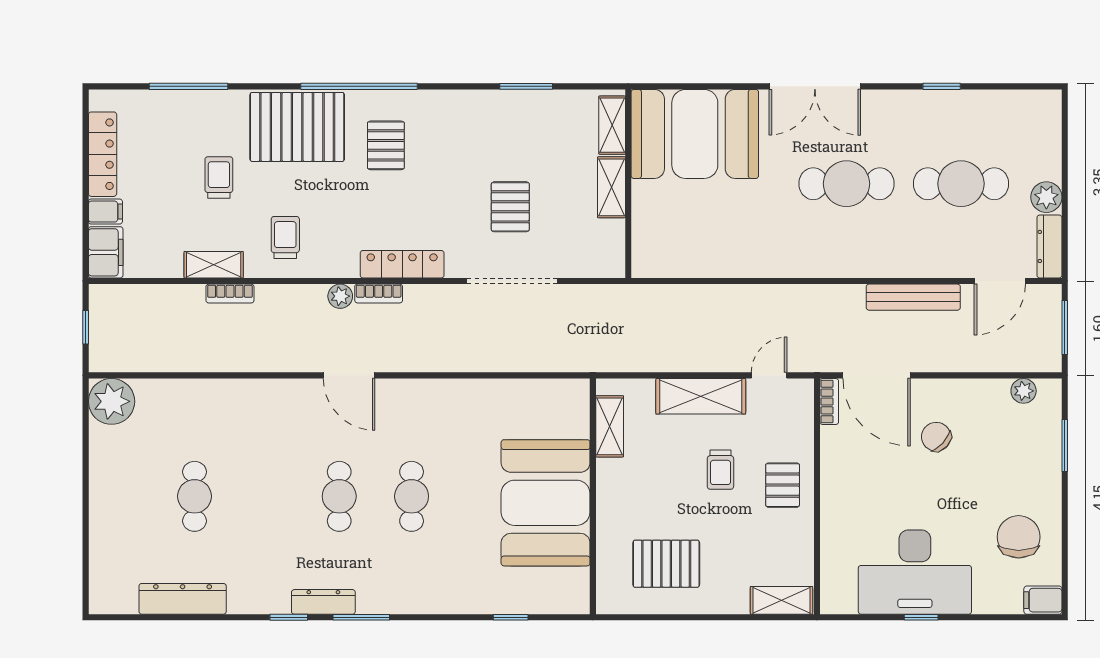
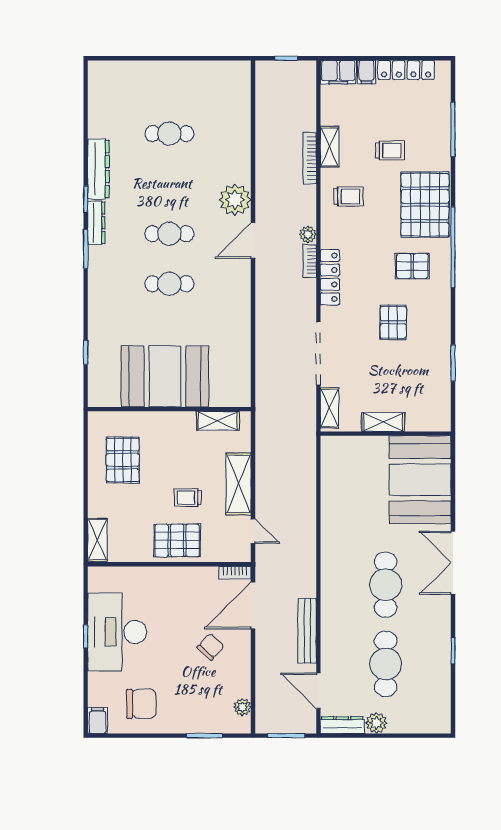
shelving: (612, 125) -> (329, 408), moved, turned 90
pallet: (510, 207) -> (393, 322), moved, turned 90
bookcase: (230, 294) -> (310, 158), width x1.56
plant: (112, 401) -> (235, 200), moved
pallet: (783, 485) -> (177, 540), width x1.50, depth x1.42
dresser: (183, 599) -> (98, 169), moved

